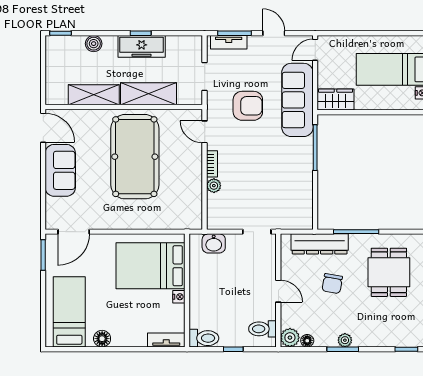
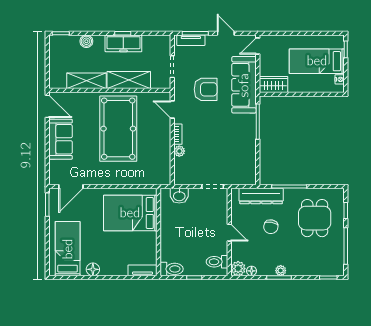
nightstand: (179, 297) -> (152, 237), removed

